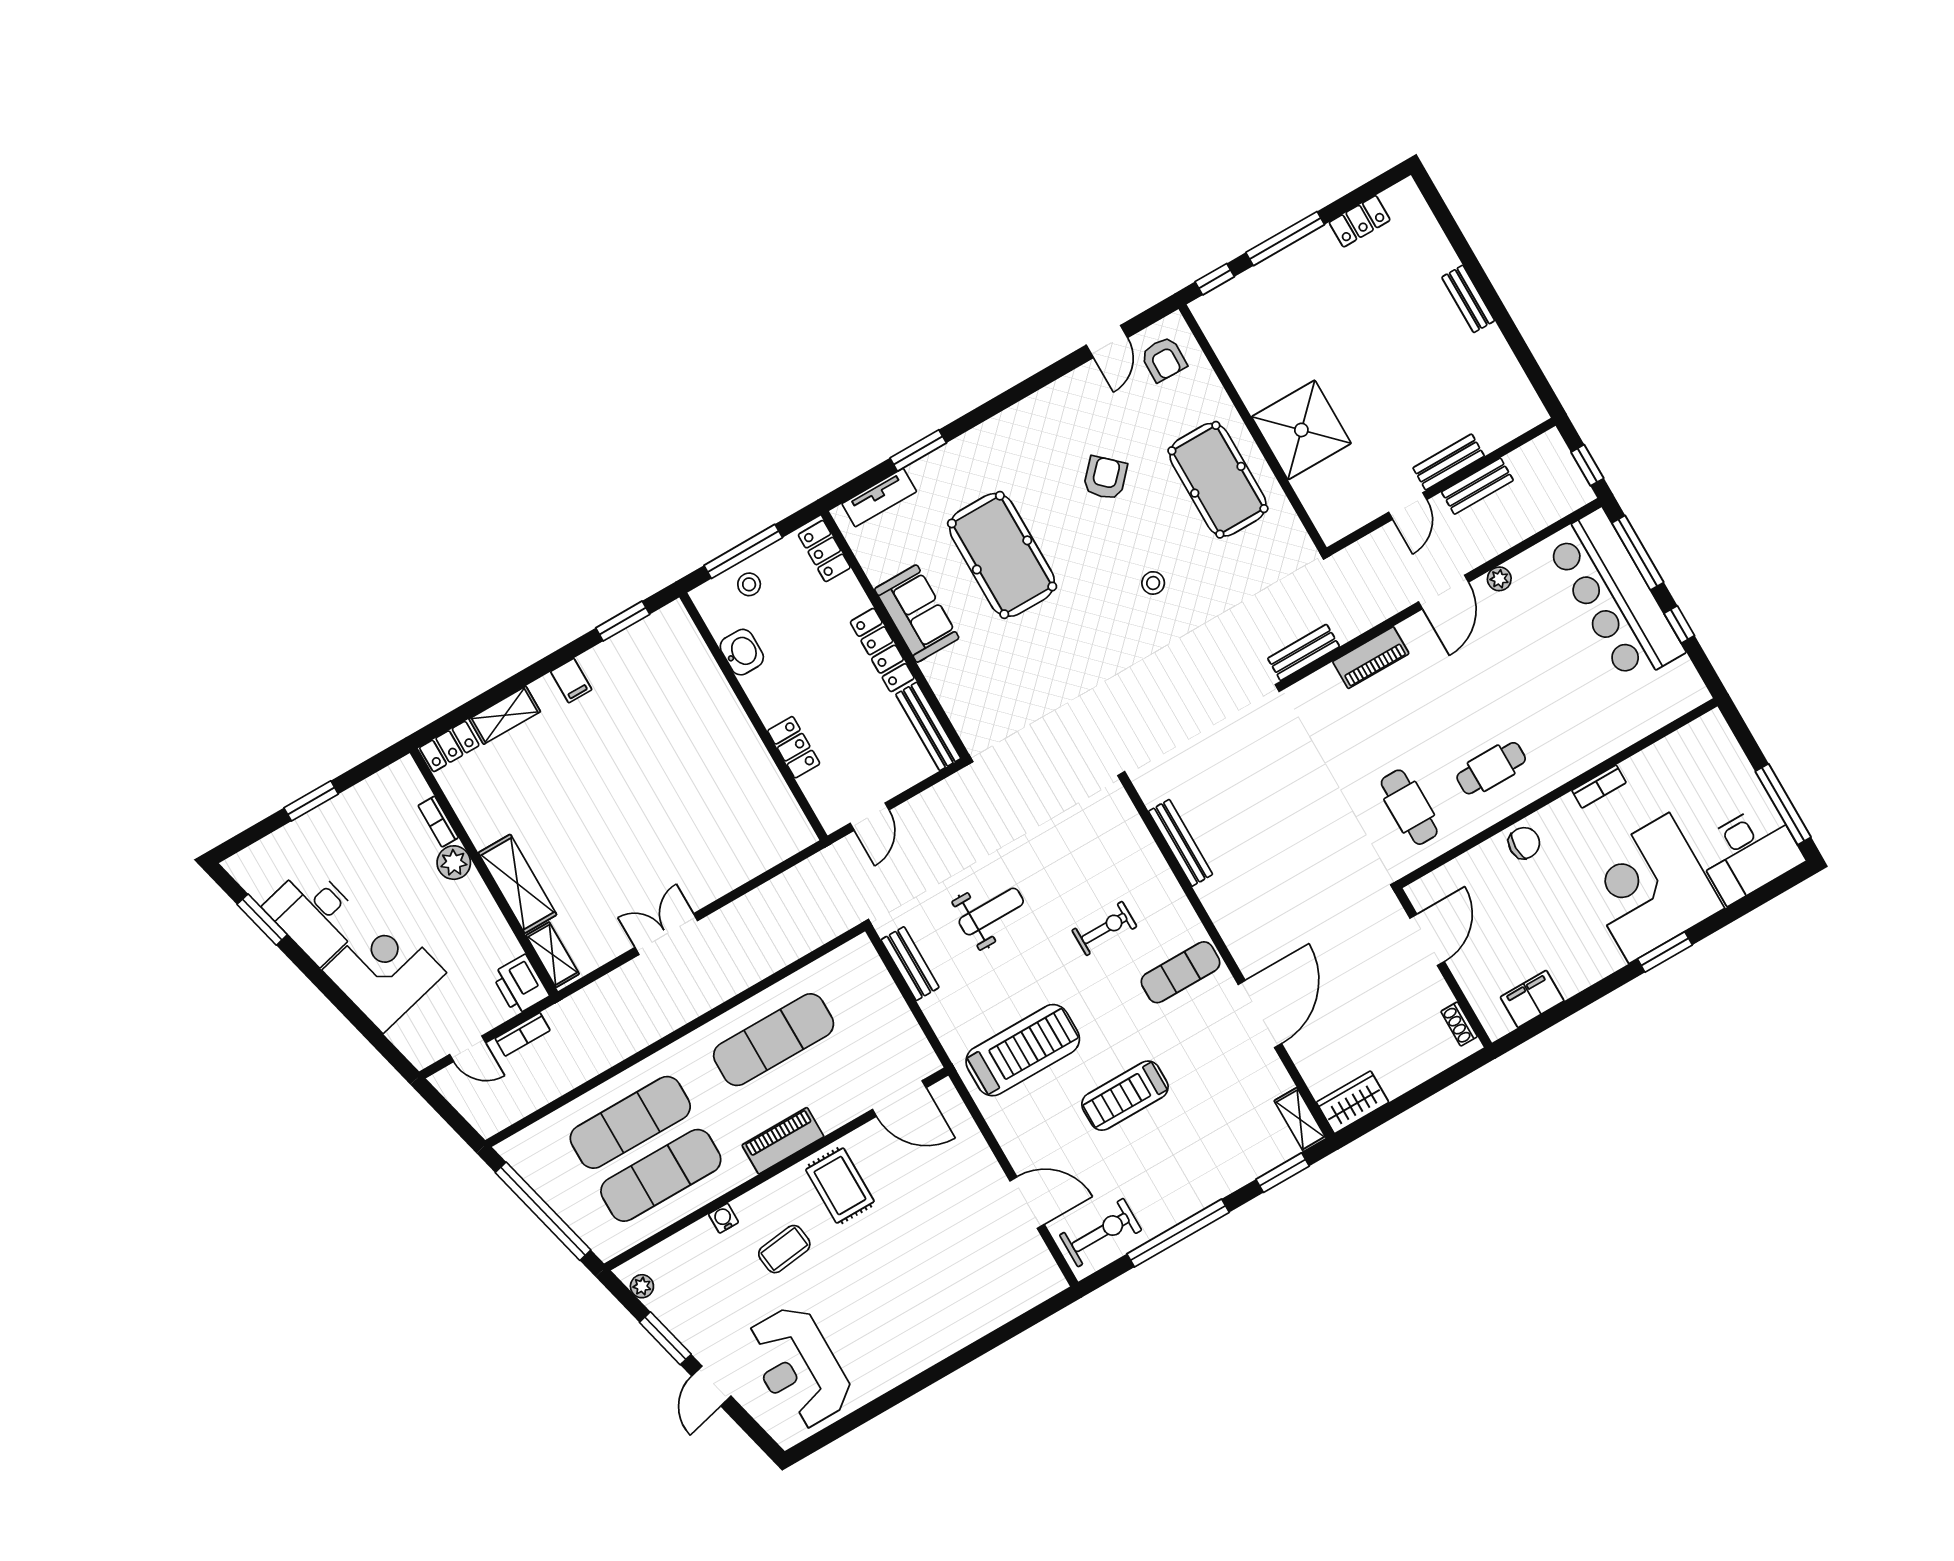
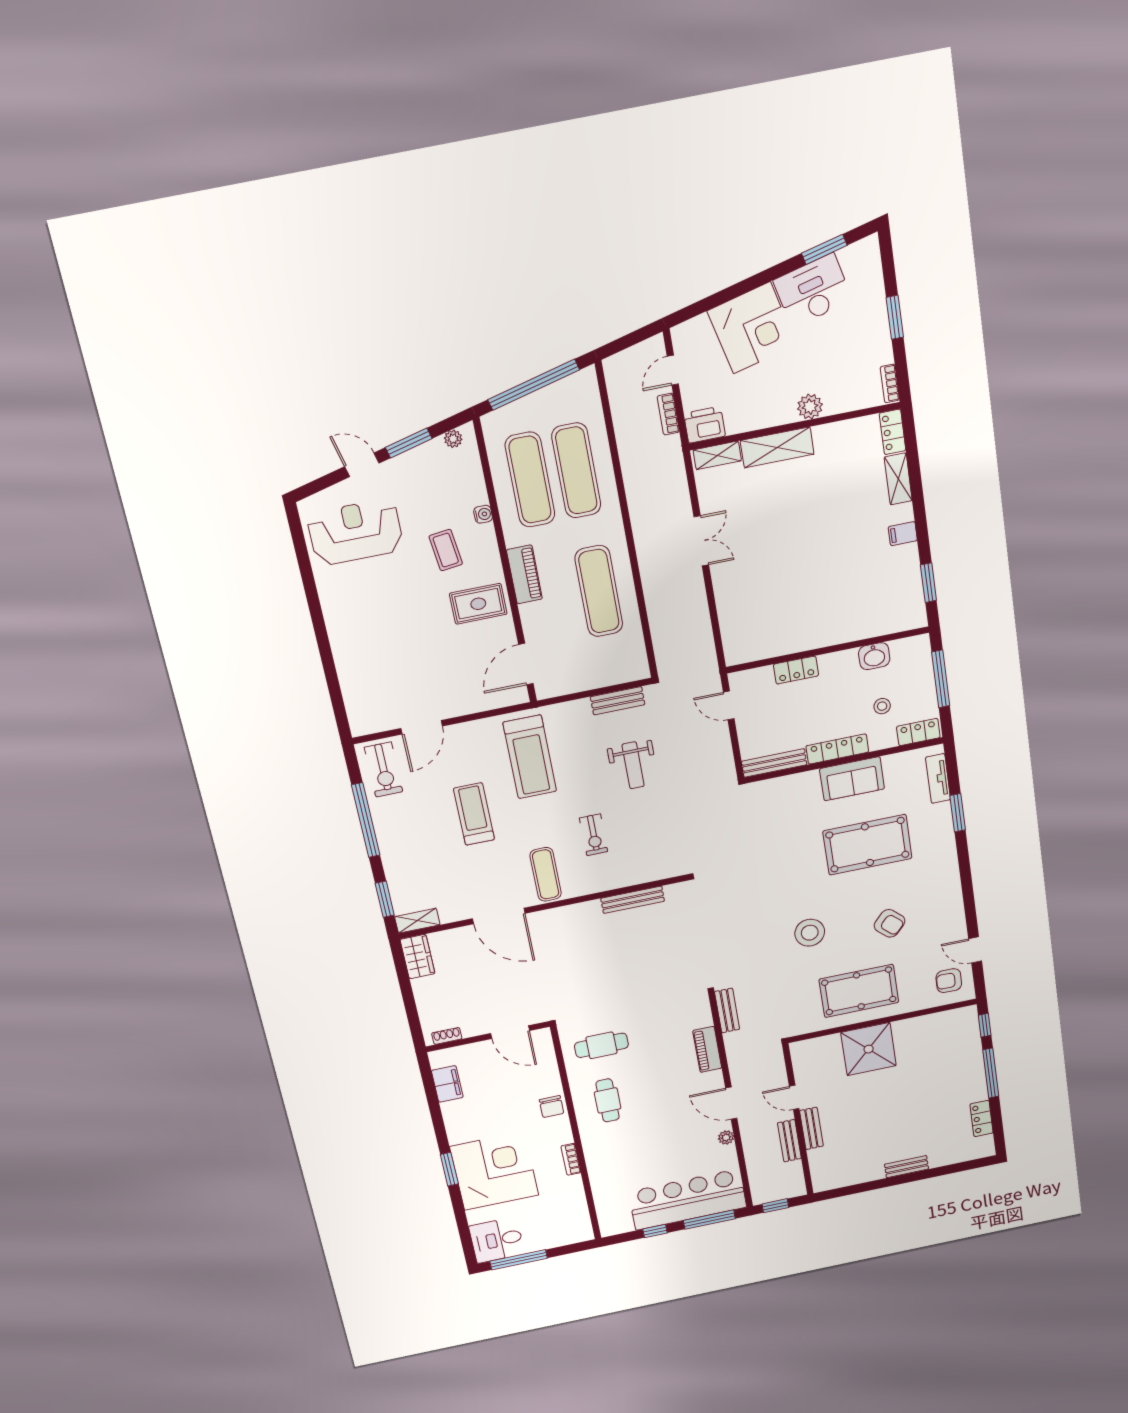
stool: (1153, 583) -> (810, 933), width x1.89, depth x1.89
stool: (749, 584) -> (882, 706), moved
bookcase: (438, 822) -> (890, 383), moved, turned -90
desk: (1749, 853) -> (497, 1240), width x0.73

